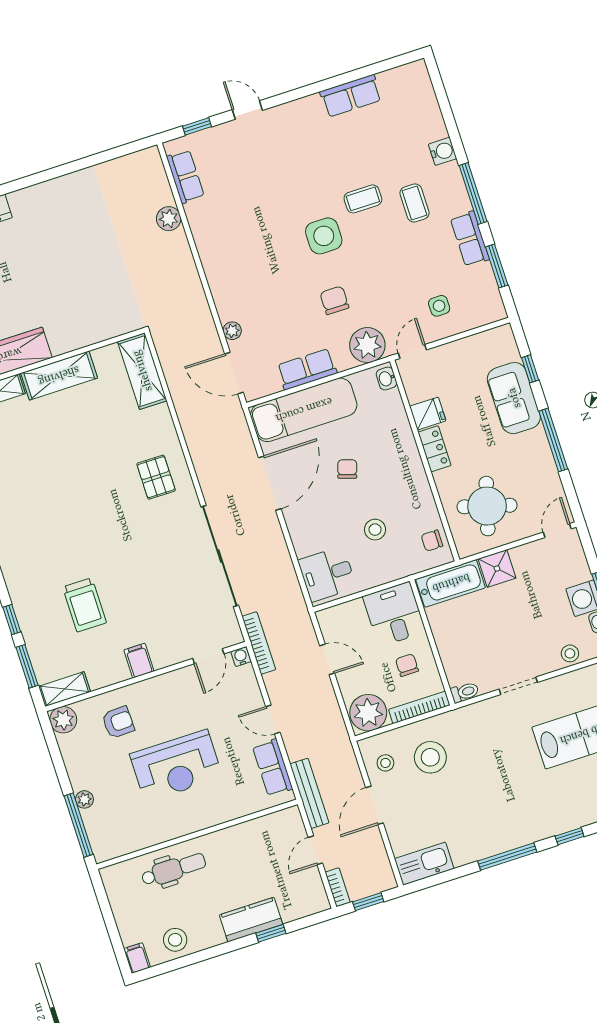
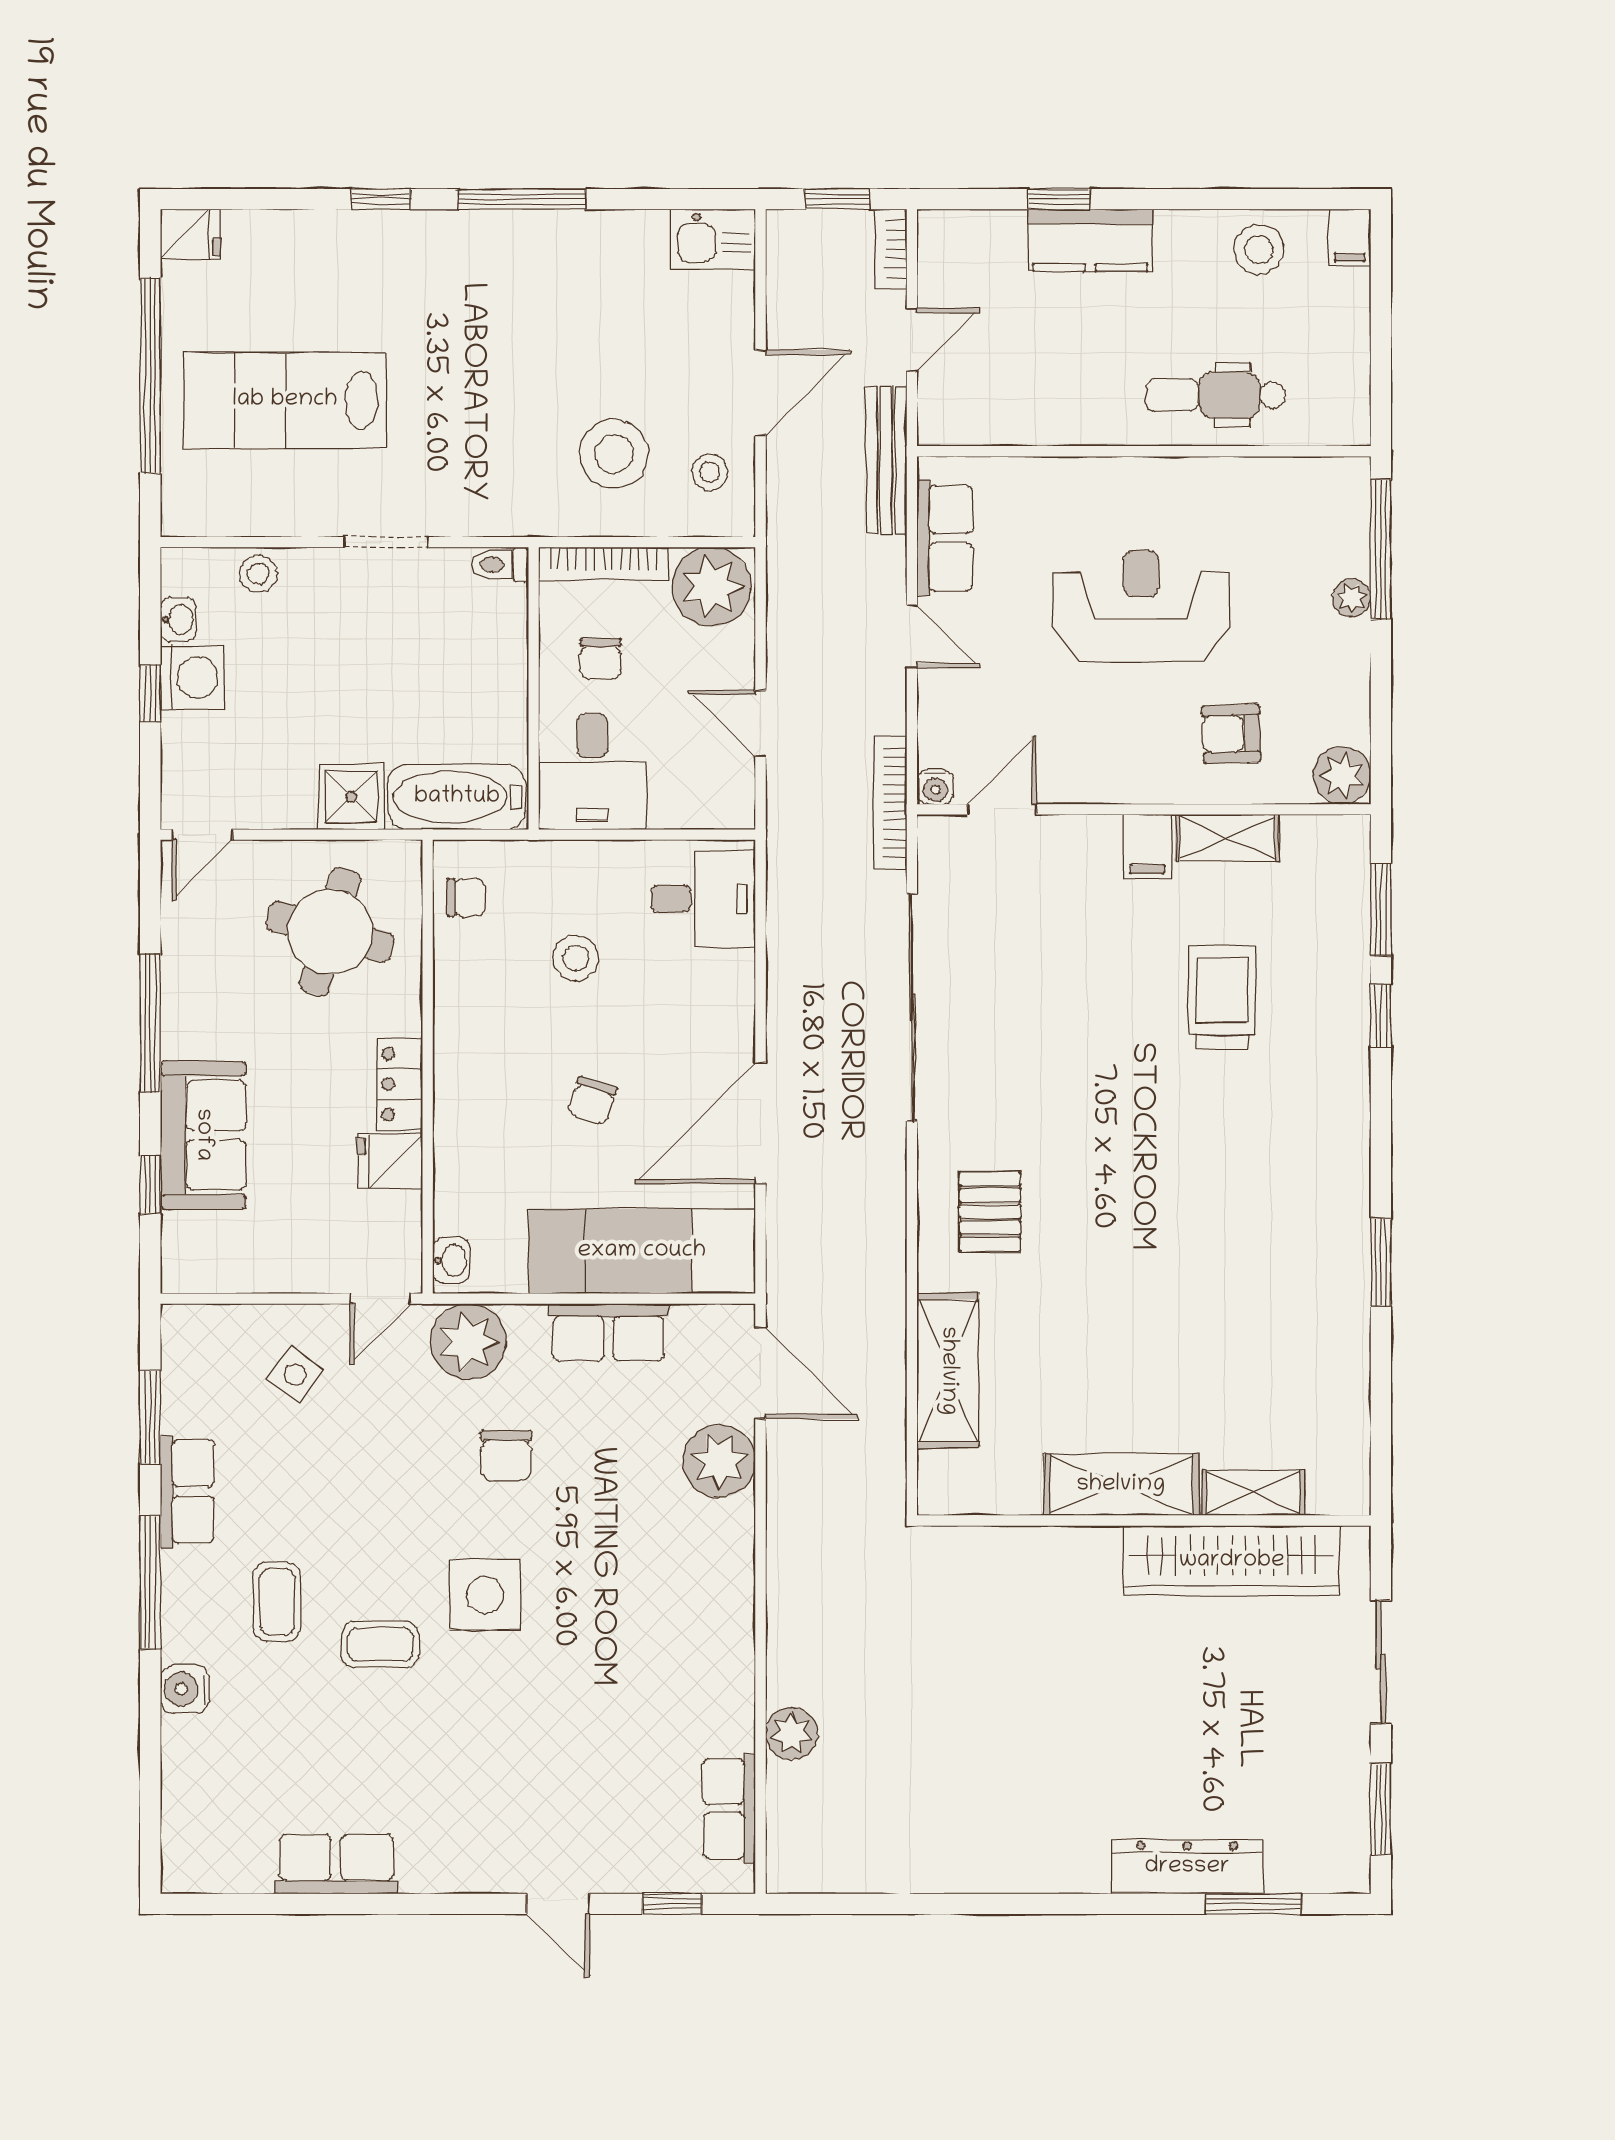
side table: (439, 306) -> (295, 1374), turned 37
plant: (232, 331) -> (719, 1461), width x1.88, depth x1.88
shelving: (142, 371) -> (948, 1371), moved
shelving: (64, 689) -> (1227, 838), moved
kitchen sink: (424, 864) -> (713, 240), width x0.73

